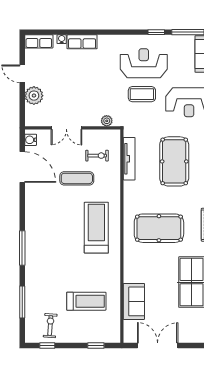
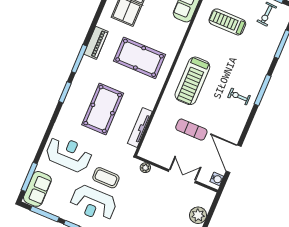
exercise bike: (97, 156) -> (239, 97), moved

